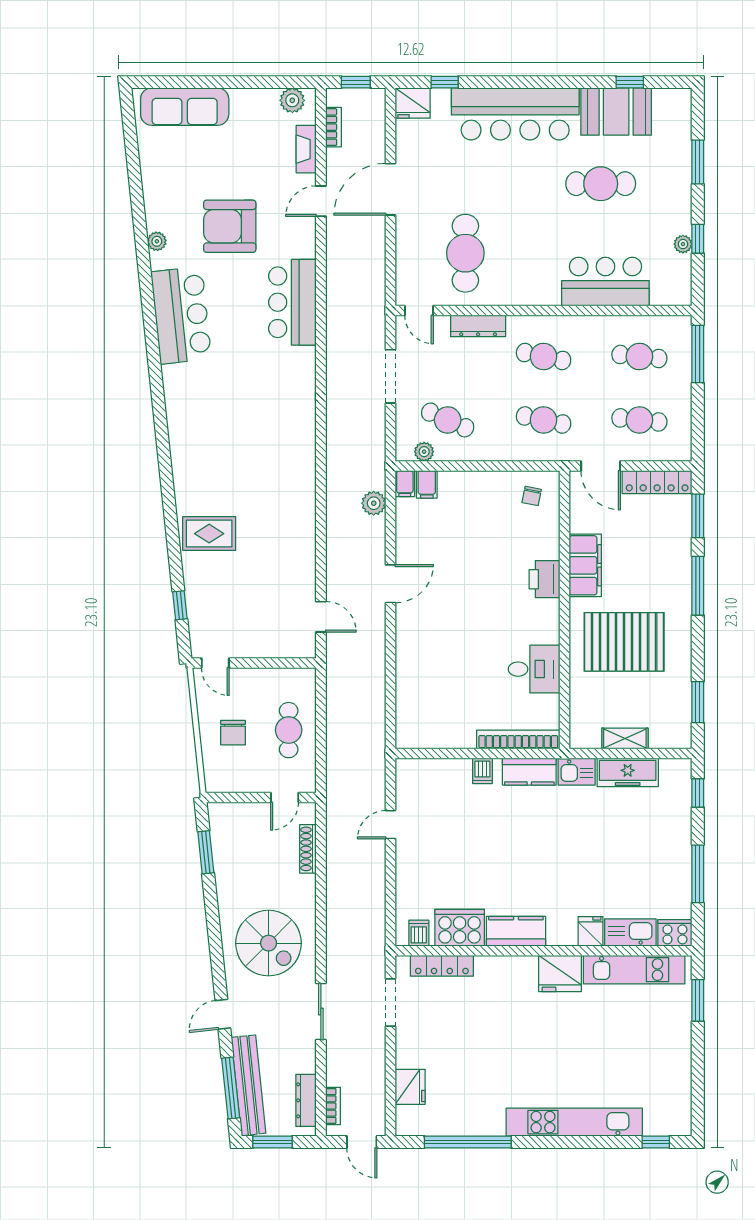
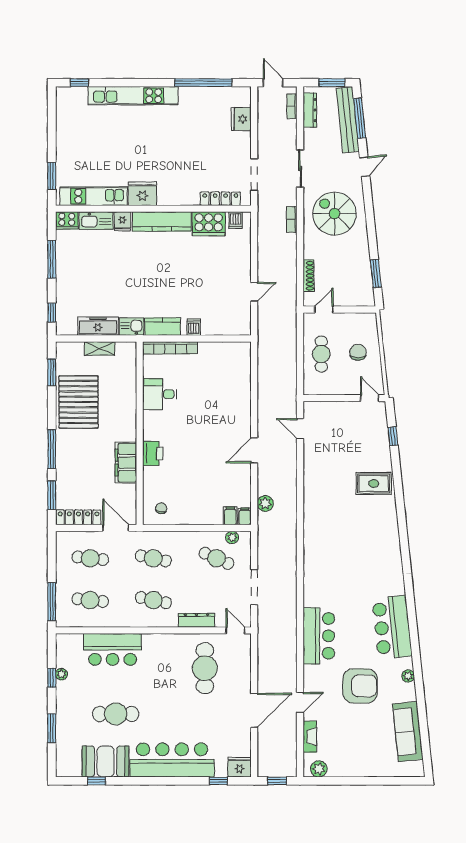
sofa: (185, 107) -> (408, 732), moved, turned -96
bookcase: (333, 127) -> (292, 219), moved
pallet: (624, 642) -> (78, 402), moved, turned 90
kitchen counter: (516, 931) -> (162, 221), width x1.50

